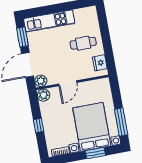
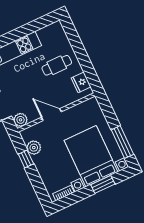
door: (68, 83) -> (51, 115), swing flipped
plant: (44, 95) -> (34, 148), moved
window: (39, 126) -> (26, 159), moved

